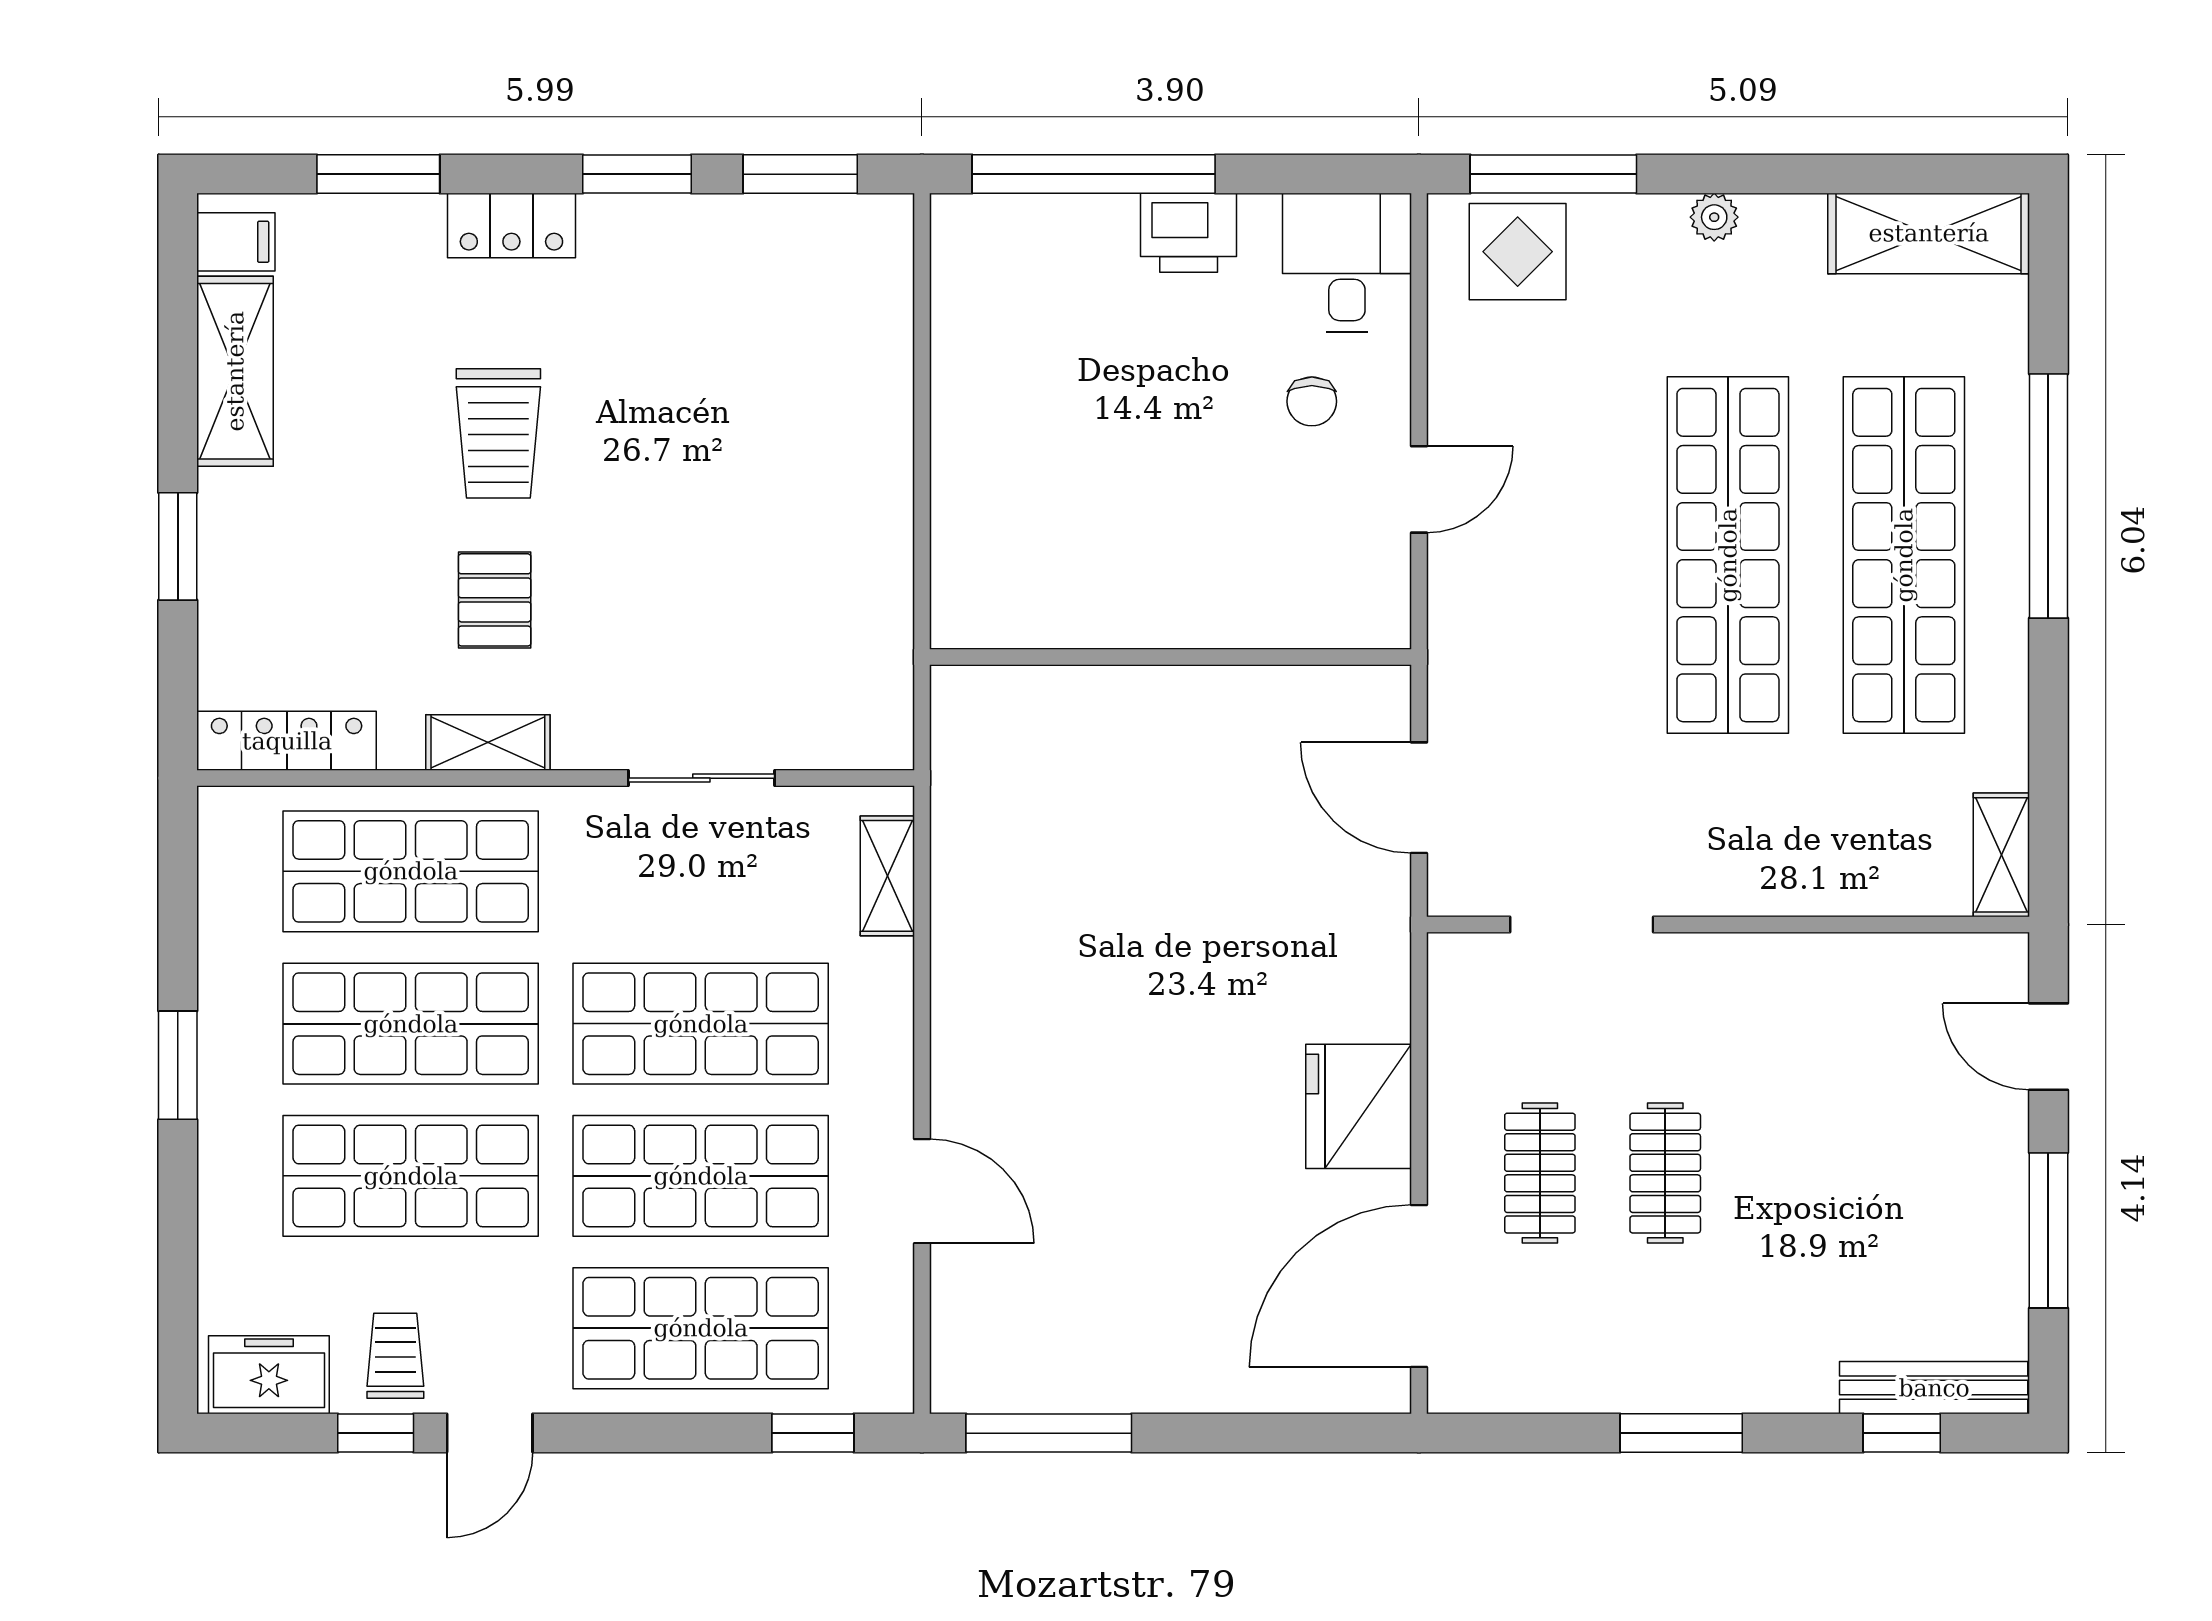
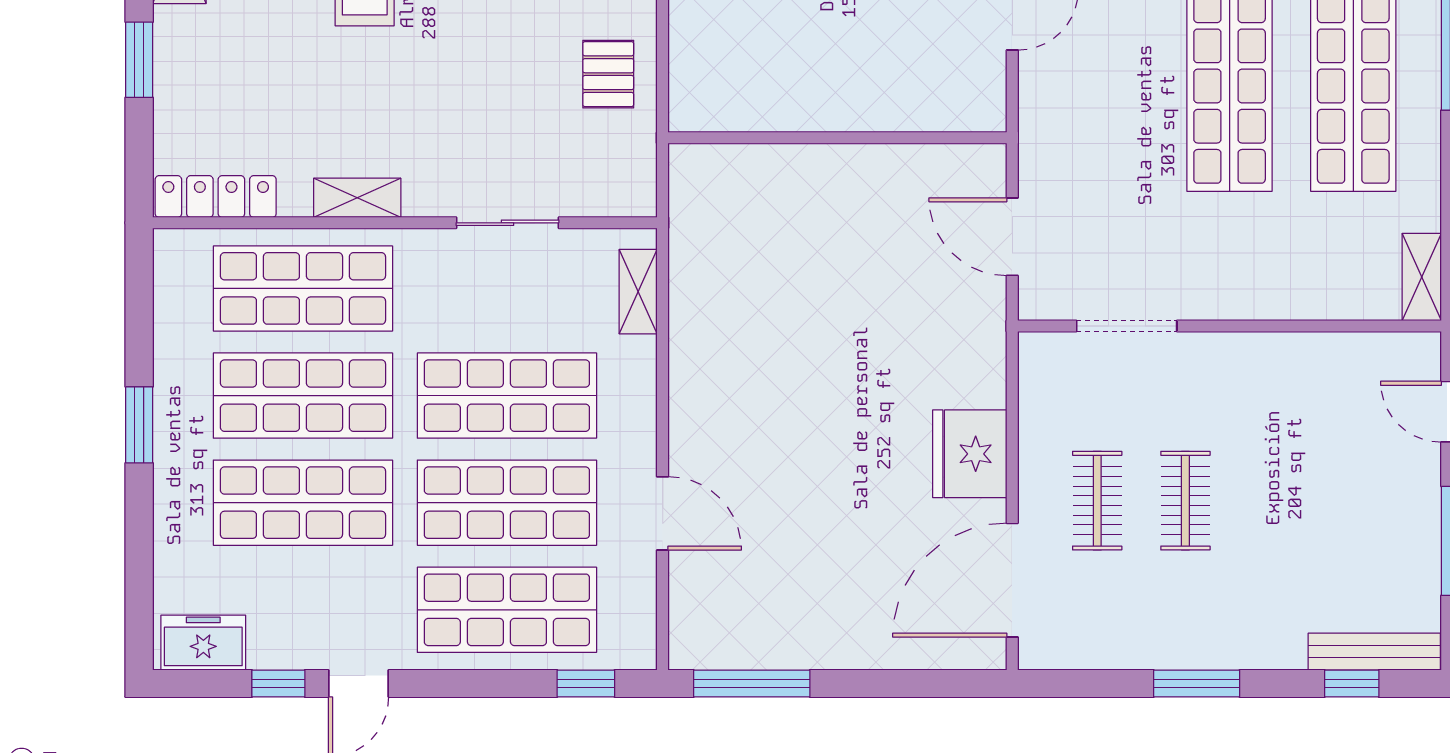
pallet: (495, 600) -> (608, 74), moved
trolley: (395, 1356) -> (292, 629), removed

